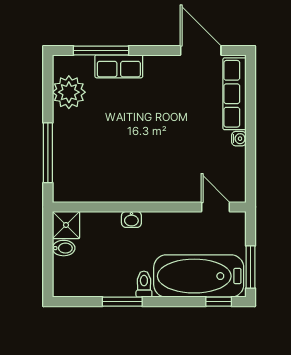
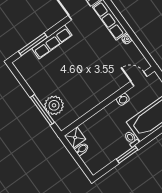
row of seats: (119, 66) -> (52, 42), width x1.48
plant: (69, 92) -> (54, 105), moved
washbasin: (131, 219) -> (123, 99), moved

